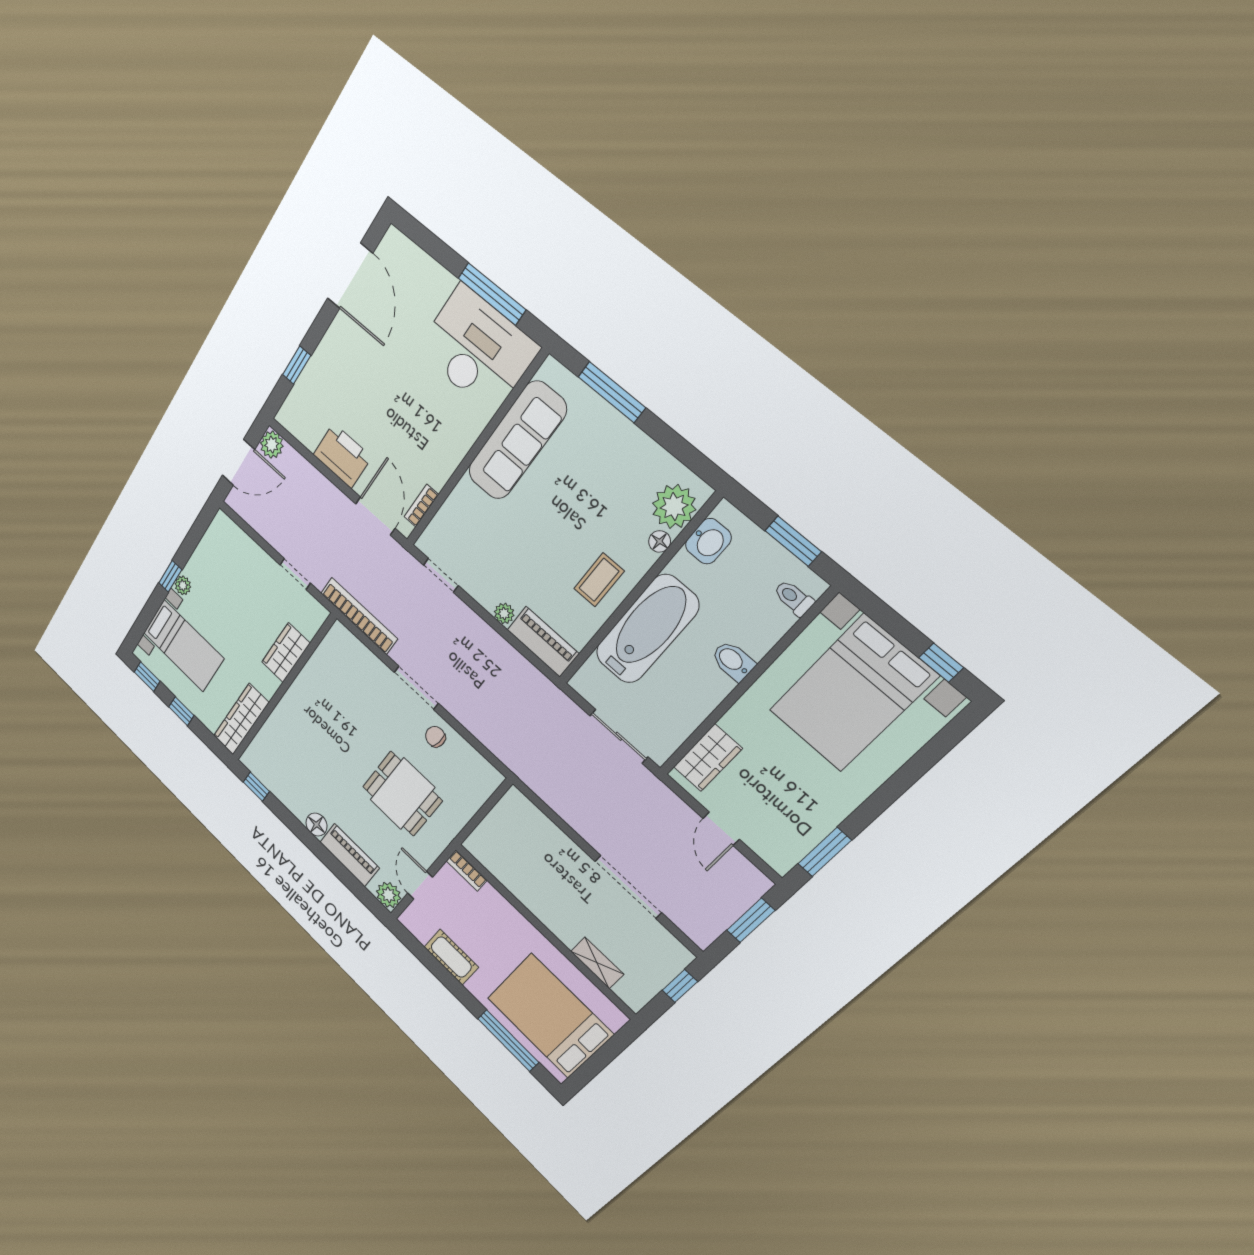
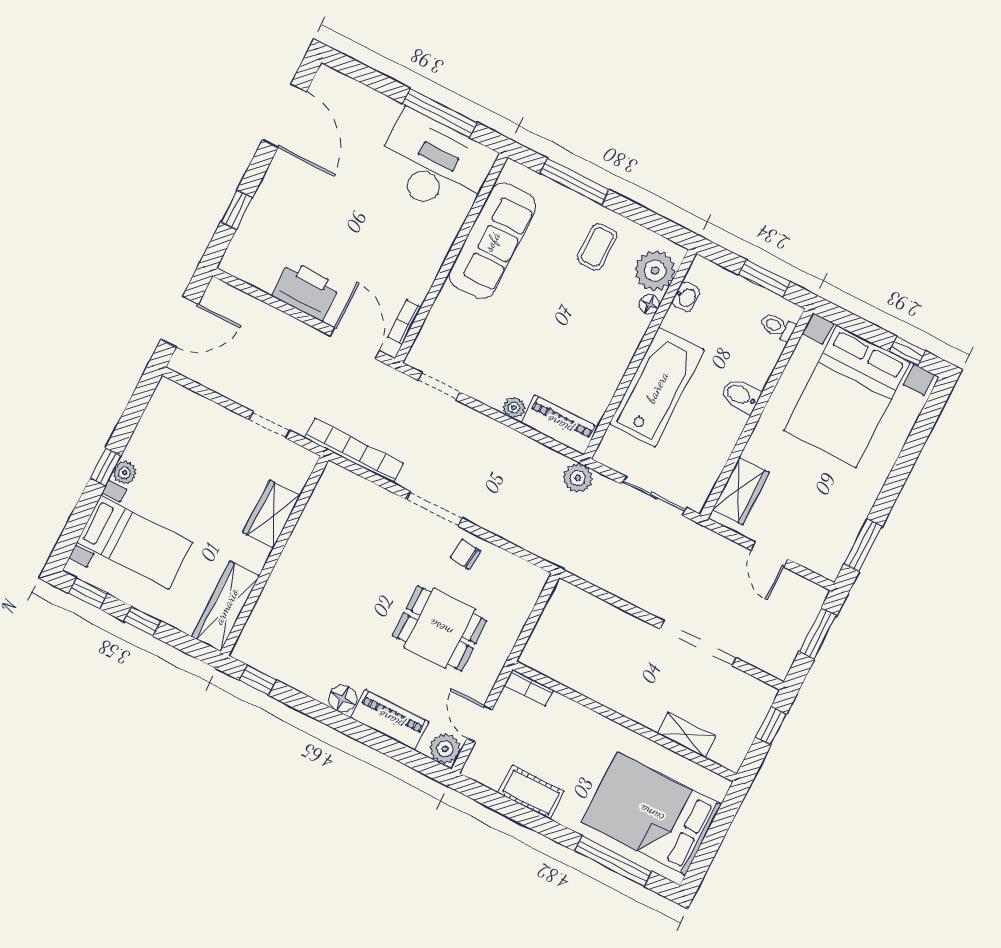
plant: (272, 445) -> (578, 478), moved
washbasin: (708, 541) -> (686, 297), width x0.72, depth x0.69
coffee table: (599, 580) -> (597, 247), moved

